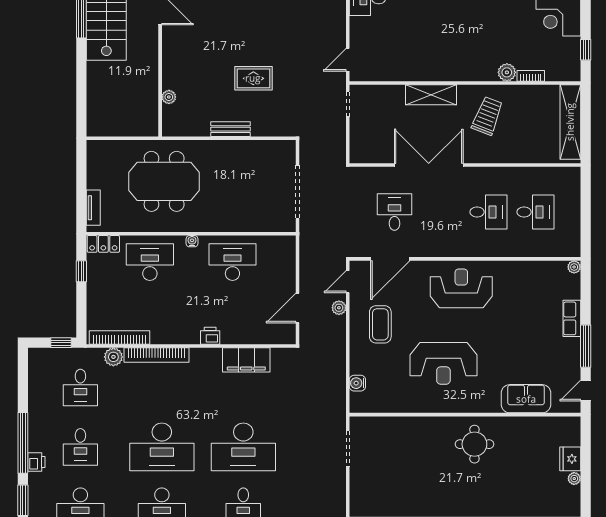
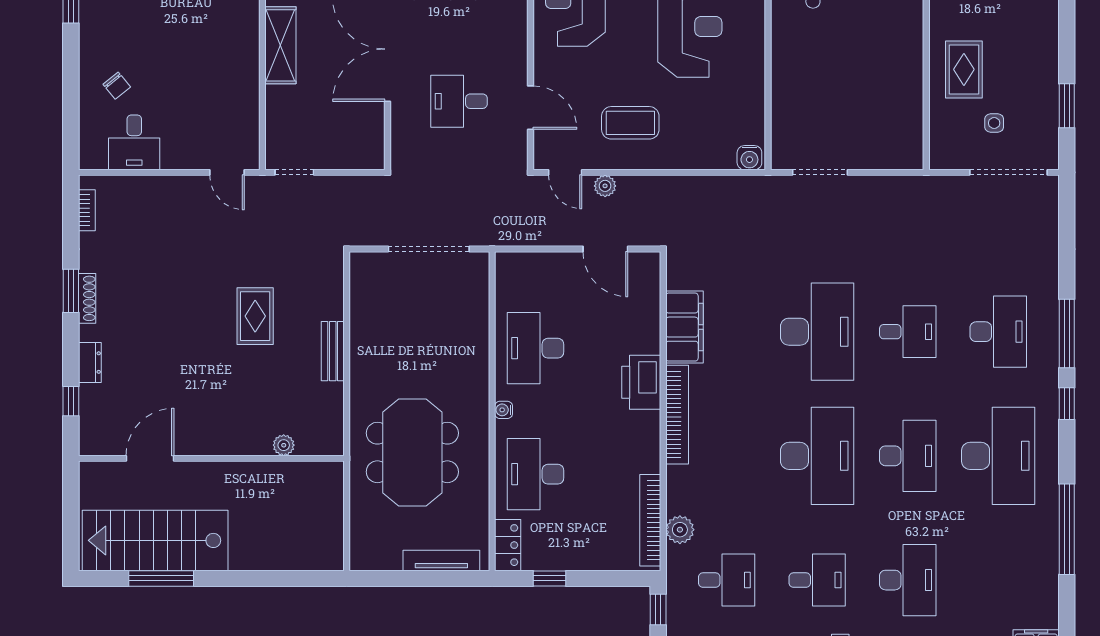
tv unit: (93, 208) -> (441, 560), width x1.41
door: (390, 259) -> (530, 108), width x0.73
printer: (210, 336) -> (641, 382), width x1.87, depth x1.48
bookcase: (156, 355) -> (677, 415), moved
water cooler: (357, 383) -> (749, 158), moved

